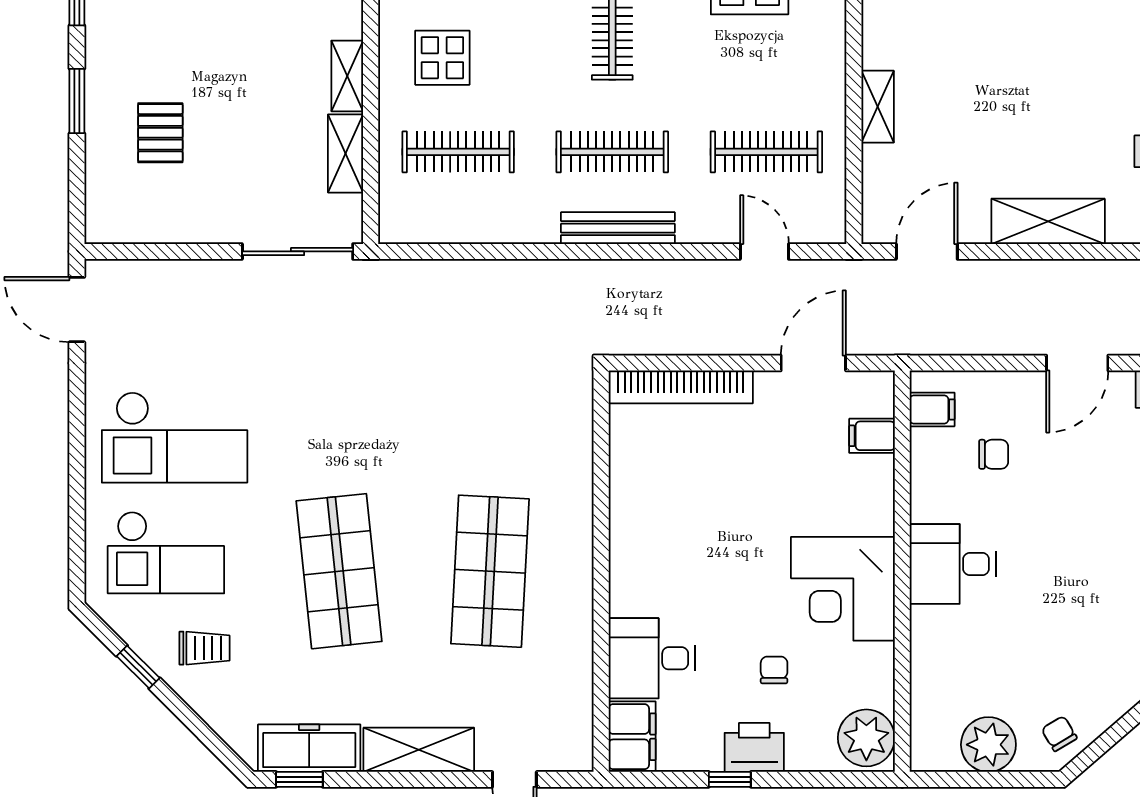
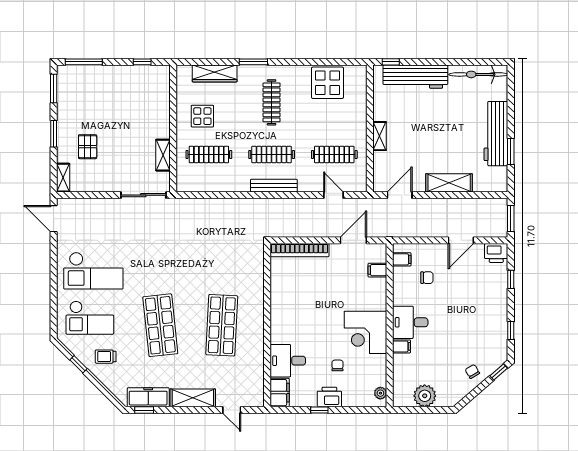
shelving: (347, 76) -> (63, 178), moved
filing cabinet: (931, 623) -> (402, 346), added
trolley: (205, 648) -> (106, 357), turned 180
chair: (1059, 734) -> (472, 371), moved
plant: (866, 738) -> (380, 393), width x0.53, depth x0.53

